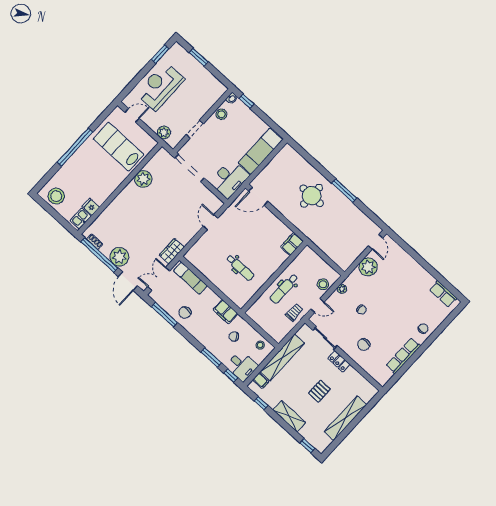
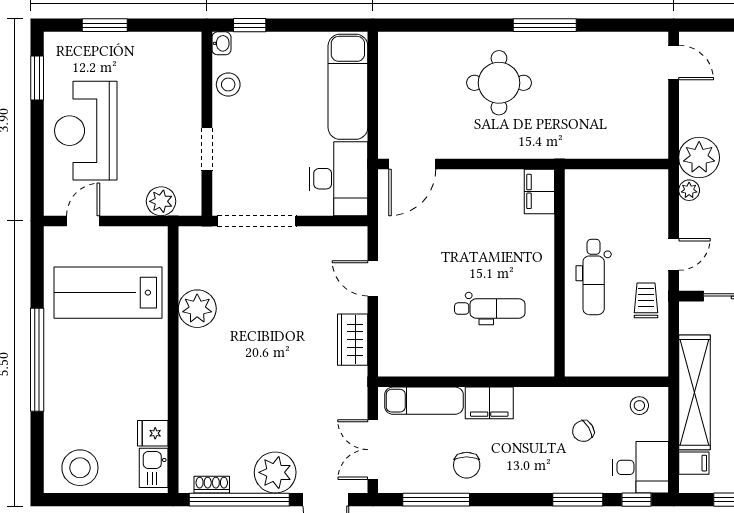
wardrobe: (172, 251) -> (353, 340), moved
plant: (368, 267) -> (699, 157), moved
stool: (323, 284) -> (651, 211), removed
filing cabinet: (225, 312) -> (489, 403), moved

